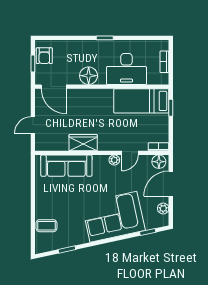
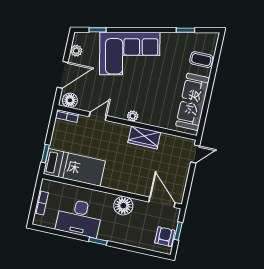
desk: (126, 69) -> (79, 218), moved, turned 180
door: (33, 125) -> (195, 154), moved
plant: (114, 160) -> (133, 116), moved
sofa: (66, 166) -> (193, 102), moved, turned -90

